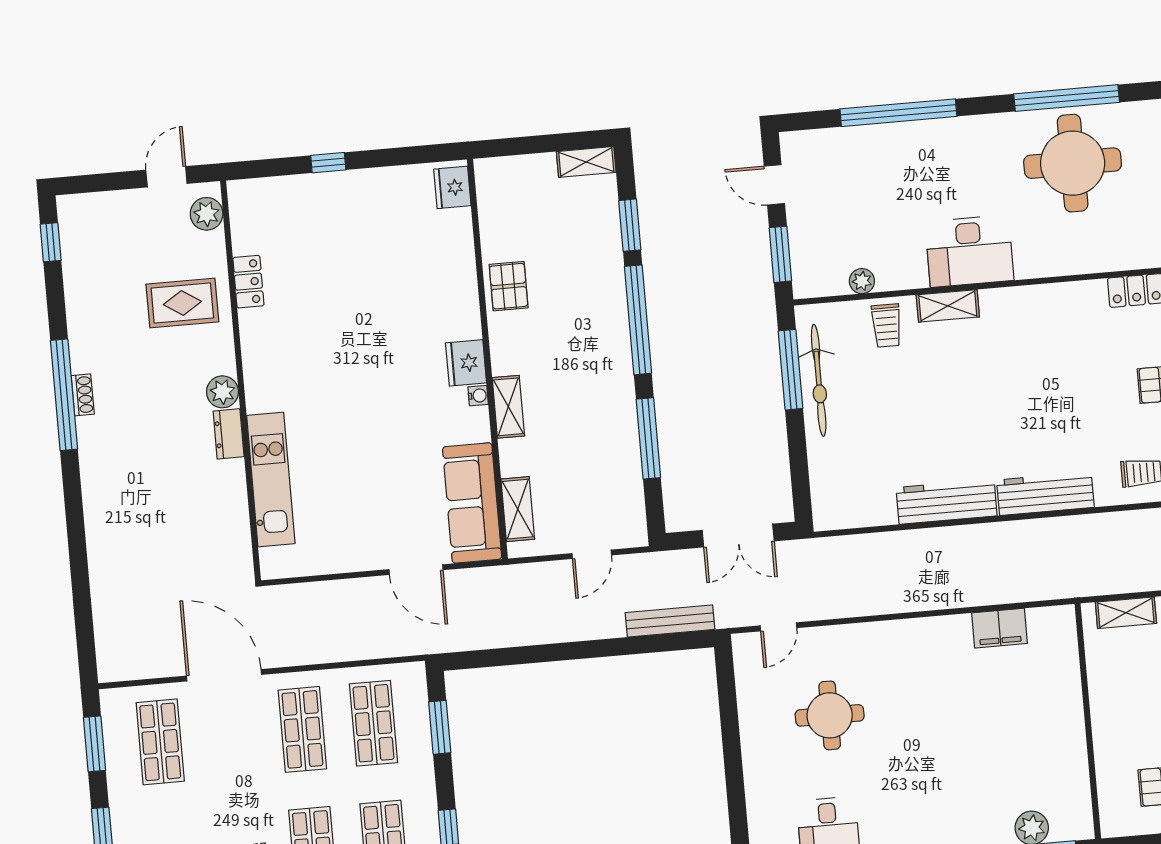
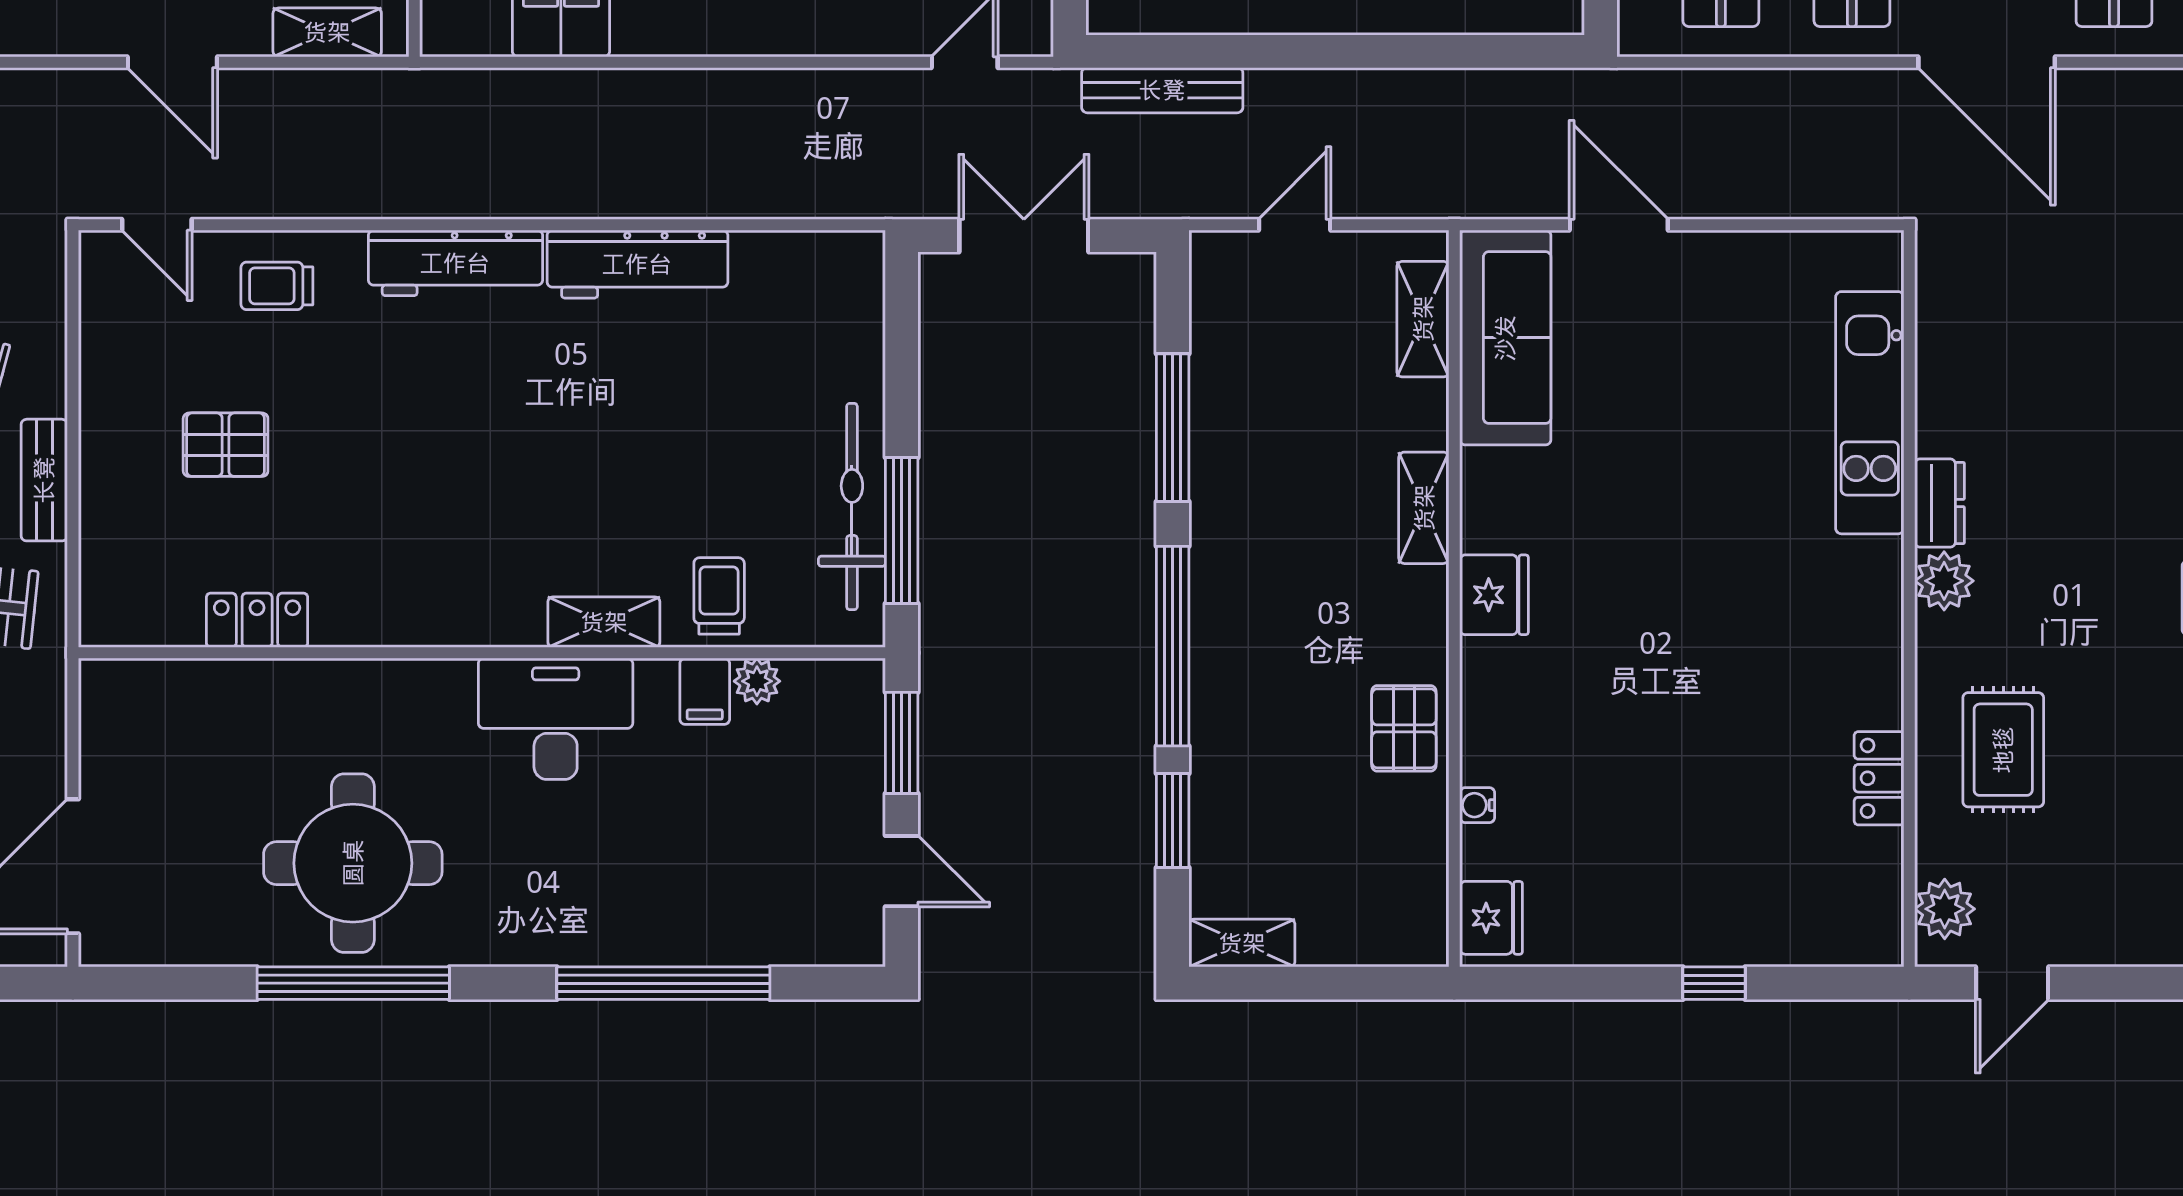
filing cabinet: (890, 273) -> (705, 691), added
rug: (182, 303) -> (2003, 750), turned 90
water cooler: (478, 396) -> (1477, 805), moved

